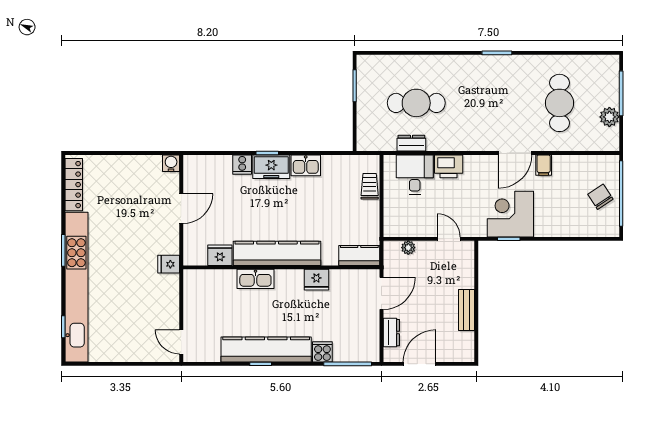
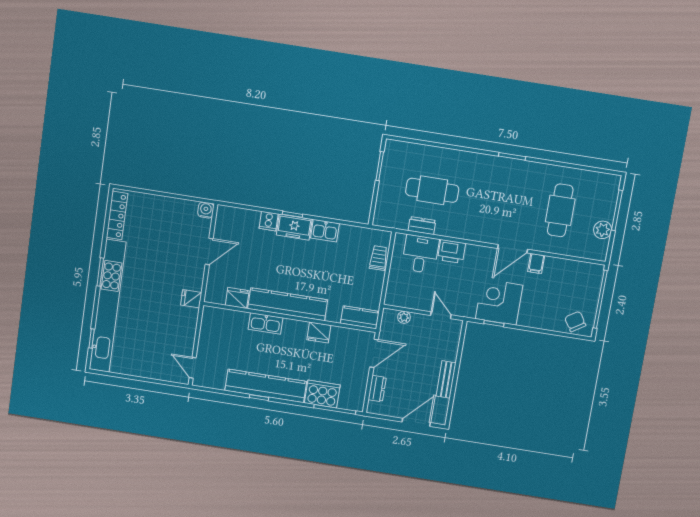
chair: (600, 197) -> (575, 321), moved
cooker: (322, 352) -> (322, 394), width x1.87, depth x1.31
door: (419, 364) -> (416, 422), moved

